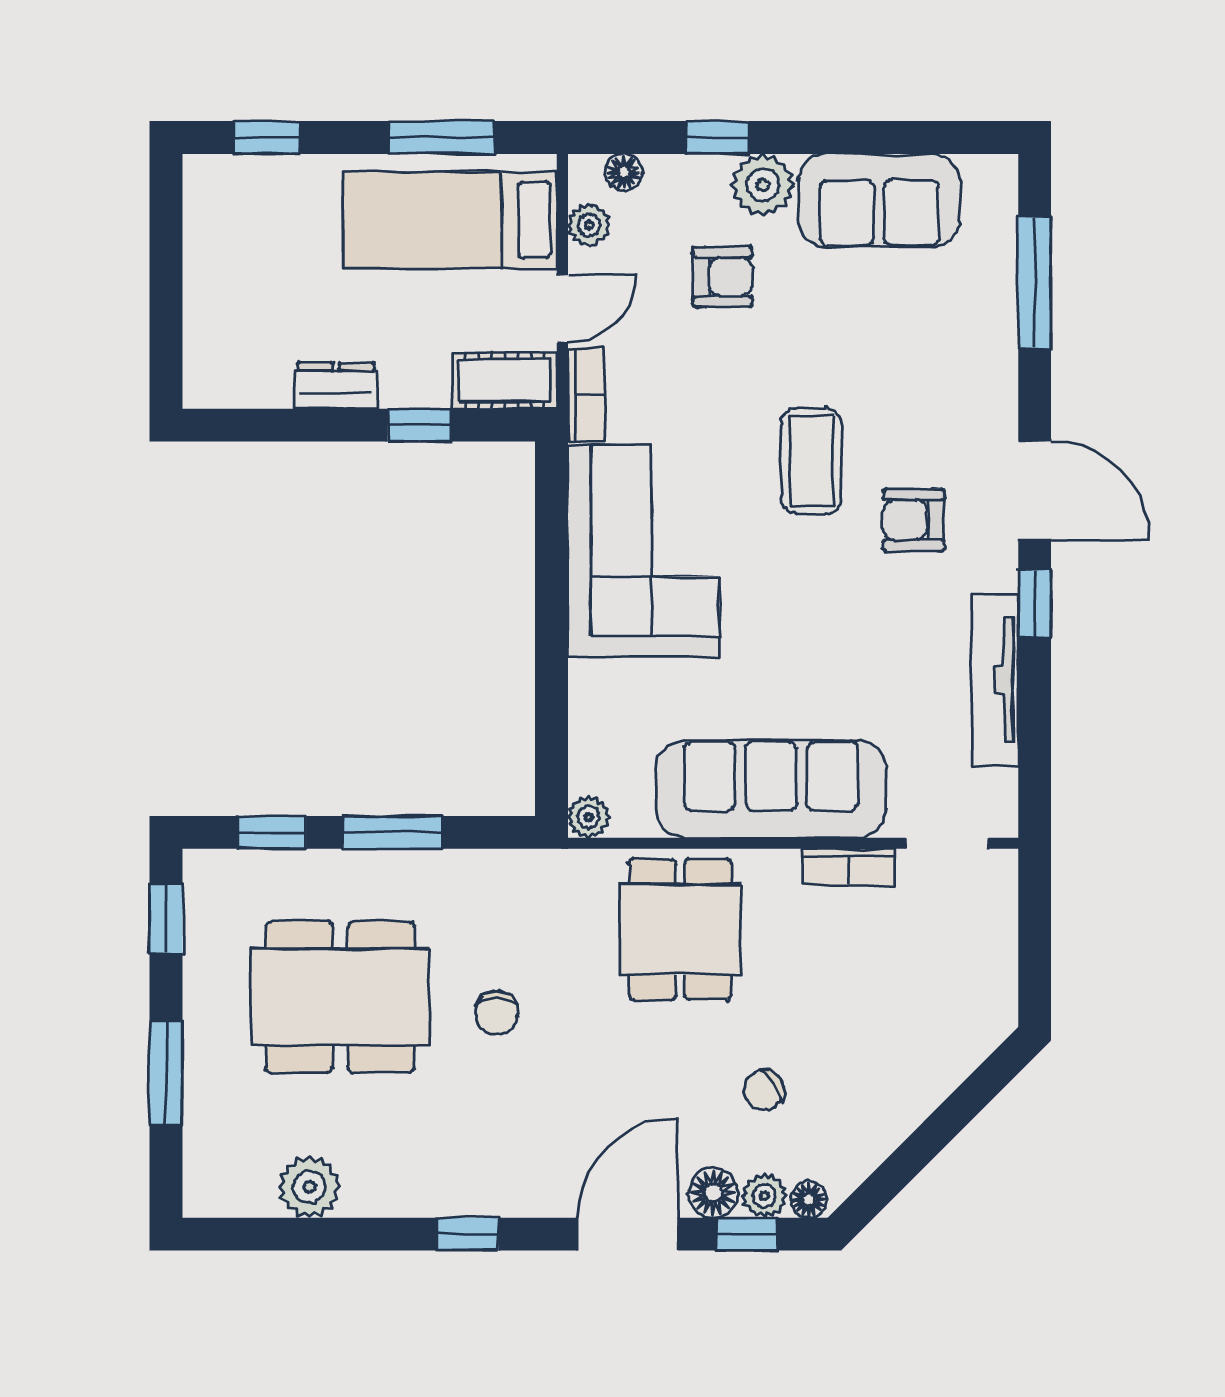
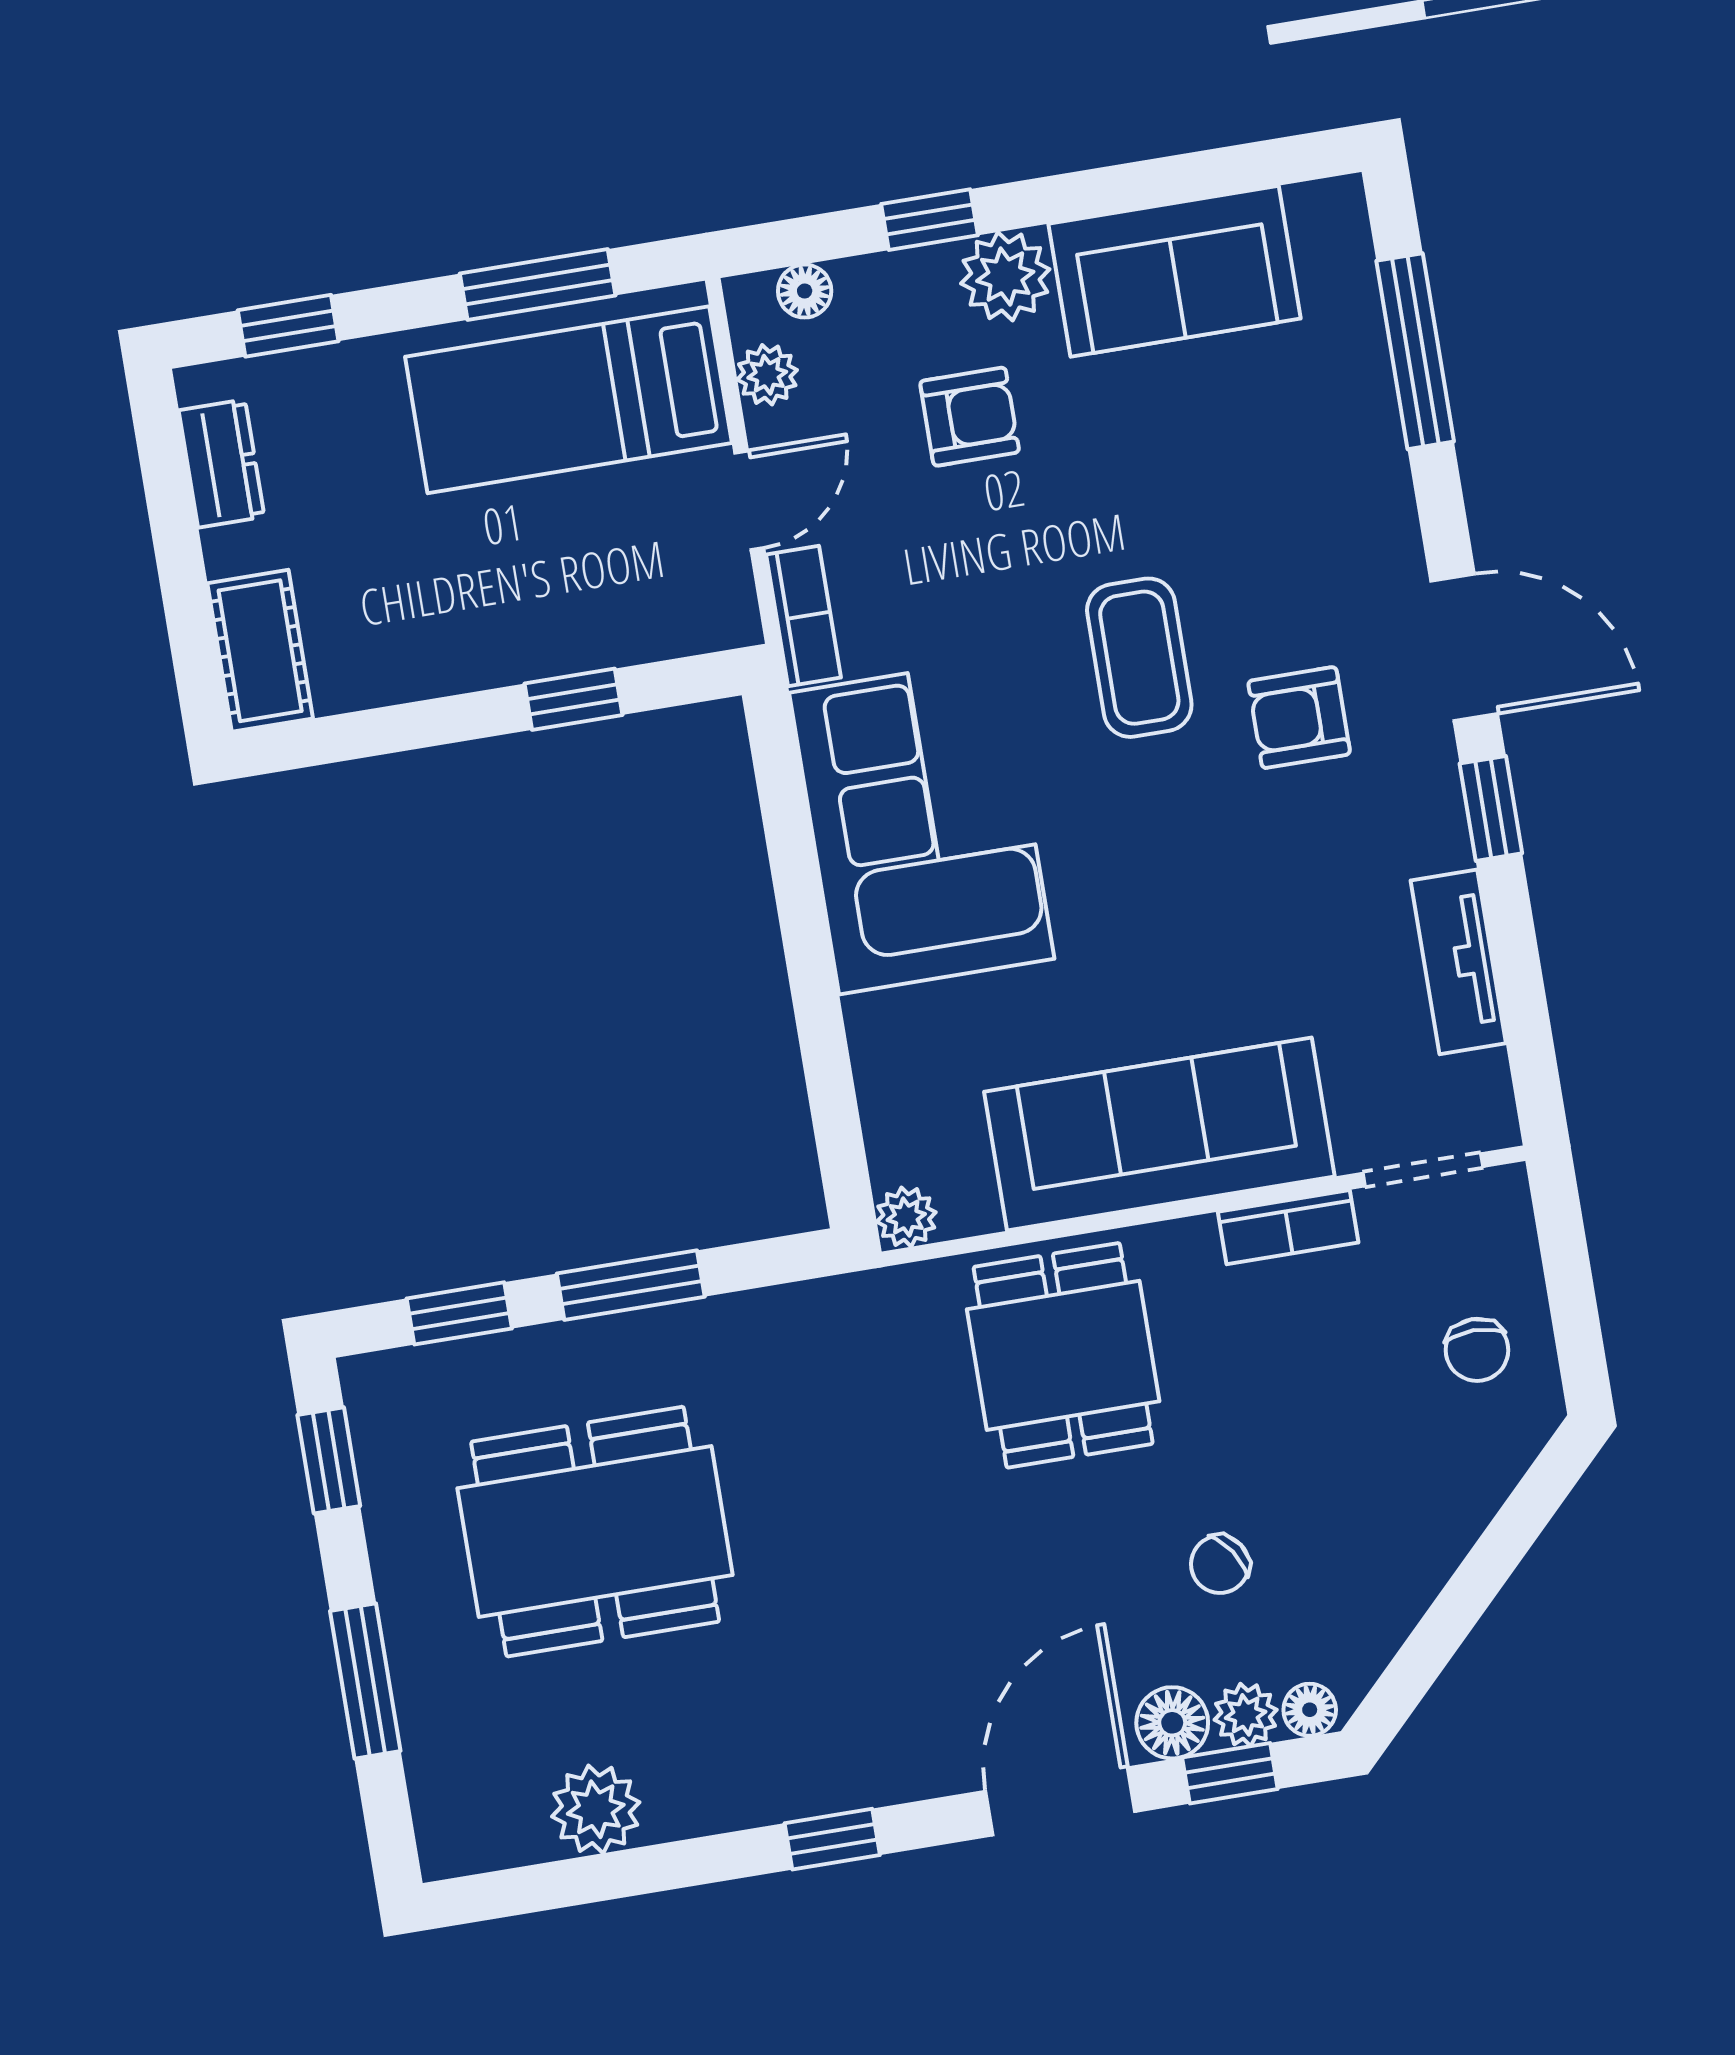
cot: (505, 380) -> (260, 651), moved, turned 90
dresser: (336, 386) -> (222, 463), moved, turned 90
tv unit: (995, 680) -> (1458, 962), width x0.71
chair: (497, 1013) -> (1477, 1350), moved

